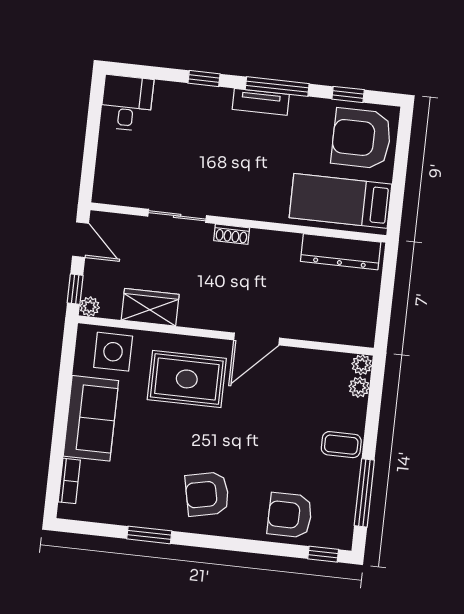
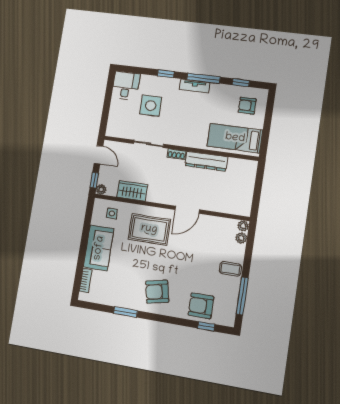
armchair: (361, 138) -> (247, 106), width x0.53, depth x0.53
side table: (178, 141) -> (151, 106), added
dresser: (341, 252) -> (206, 161), moved
side table: (113, 352) -> (112, 213), width x0.54, depth x0.54
window: (323, 554) -> (206, 326), moved

